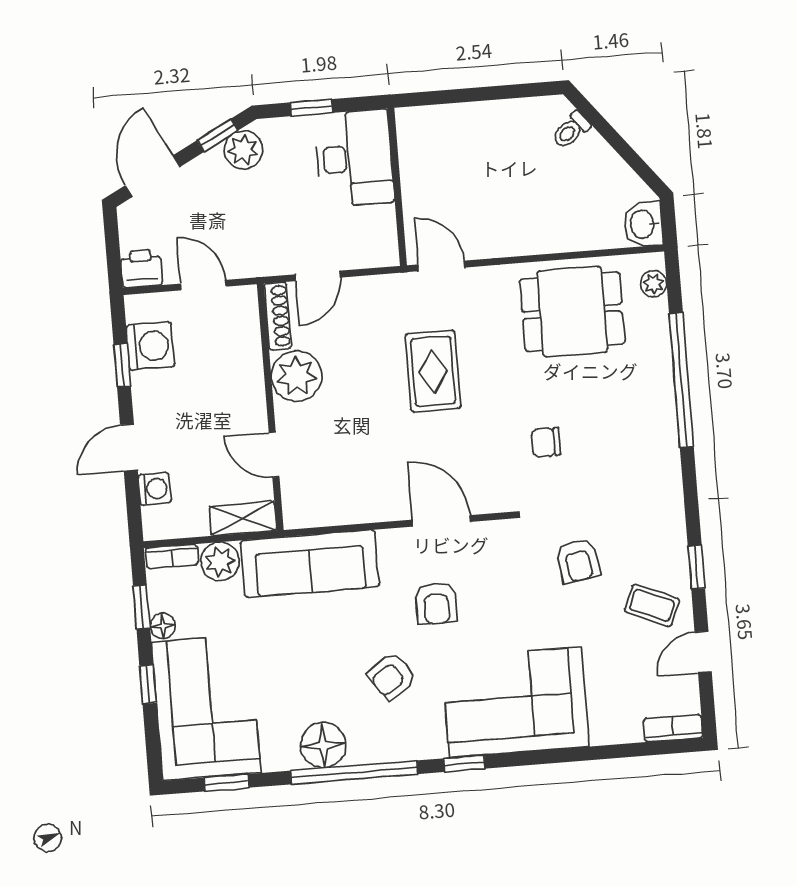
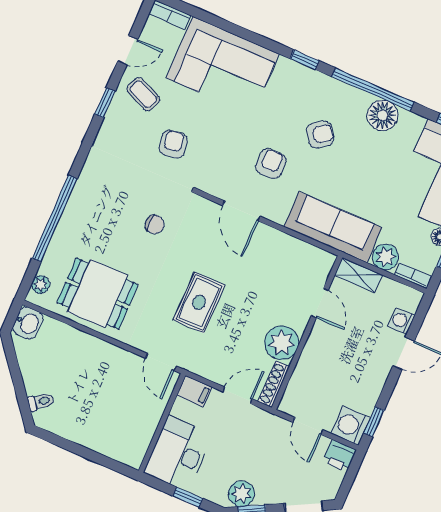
filing cabinet: (377, 251) -> (194, 391), added
washing machine: (150, 346) -> (351, 426), moved
window: (122, 365) -> (374, 422), moved
corner sofa: (515, 702) -> (222, 66), moved

